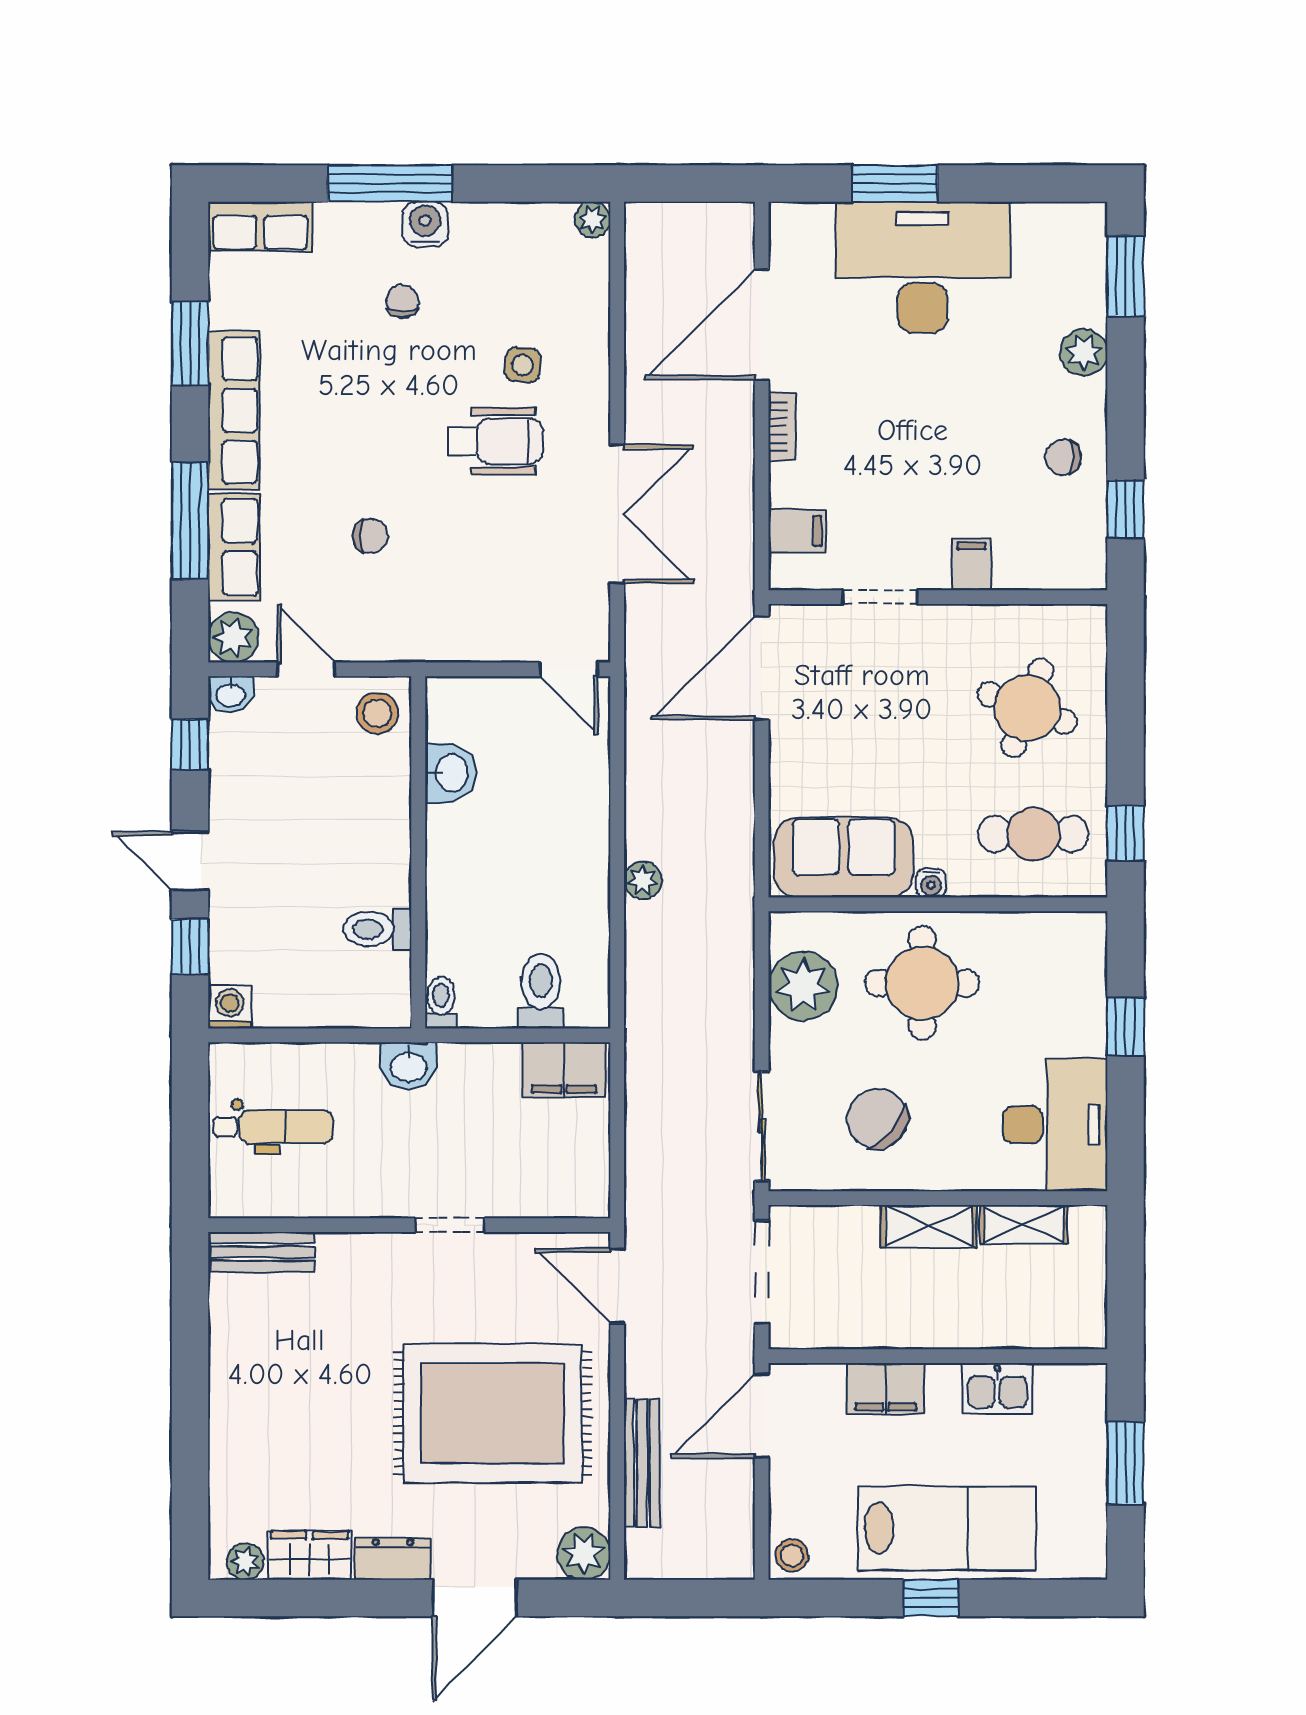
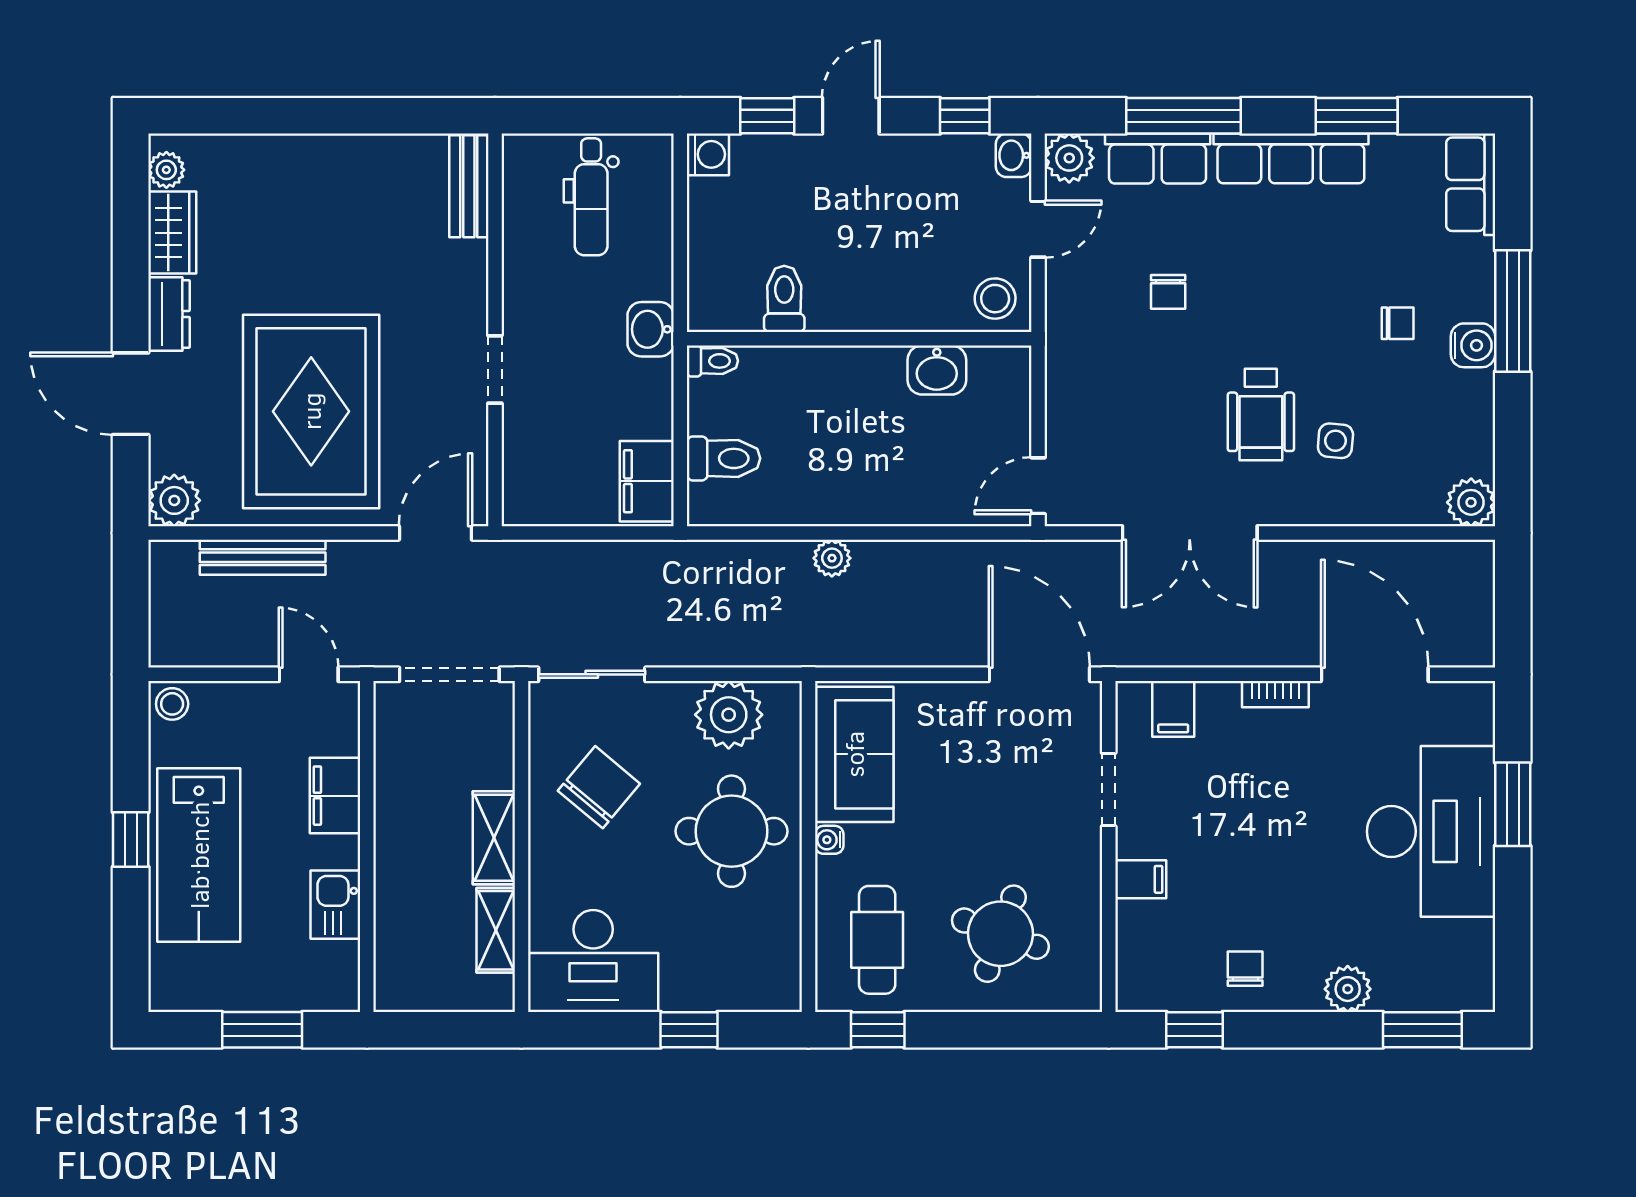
plant: (592, 220) -> (1471, 502), width x1.38, depth x1.38
door: (762, 1416) -> (309, 674), width x0.73

